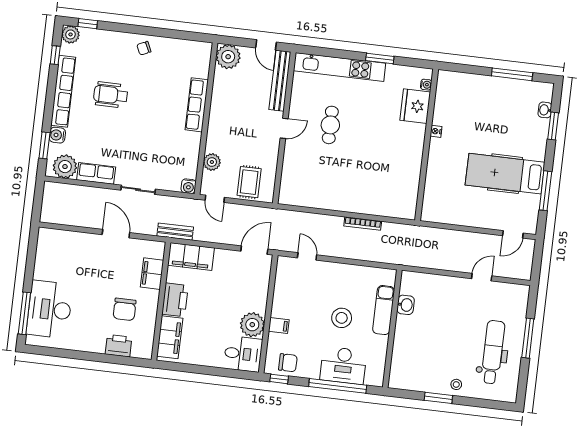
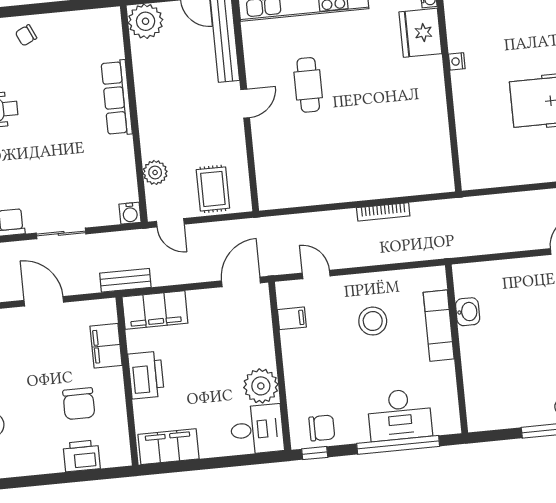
stool: (342, 318) -> (373, 321), moved
filing cabinet: (279, 326) -> (292, 318), moved
filing cabinet: (170, 337) -> (168, 447), moved, turned -90

